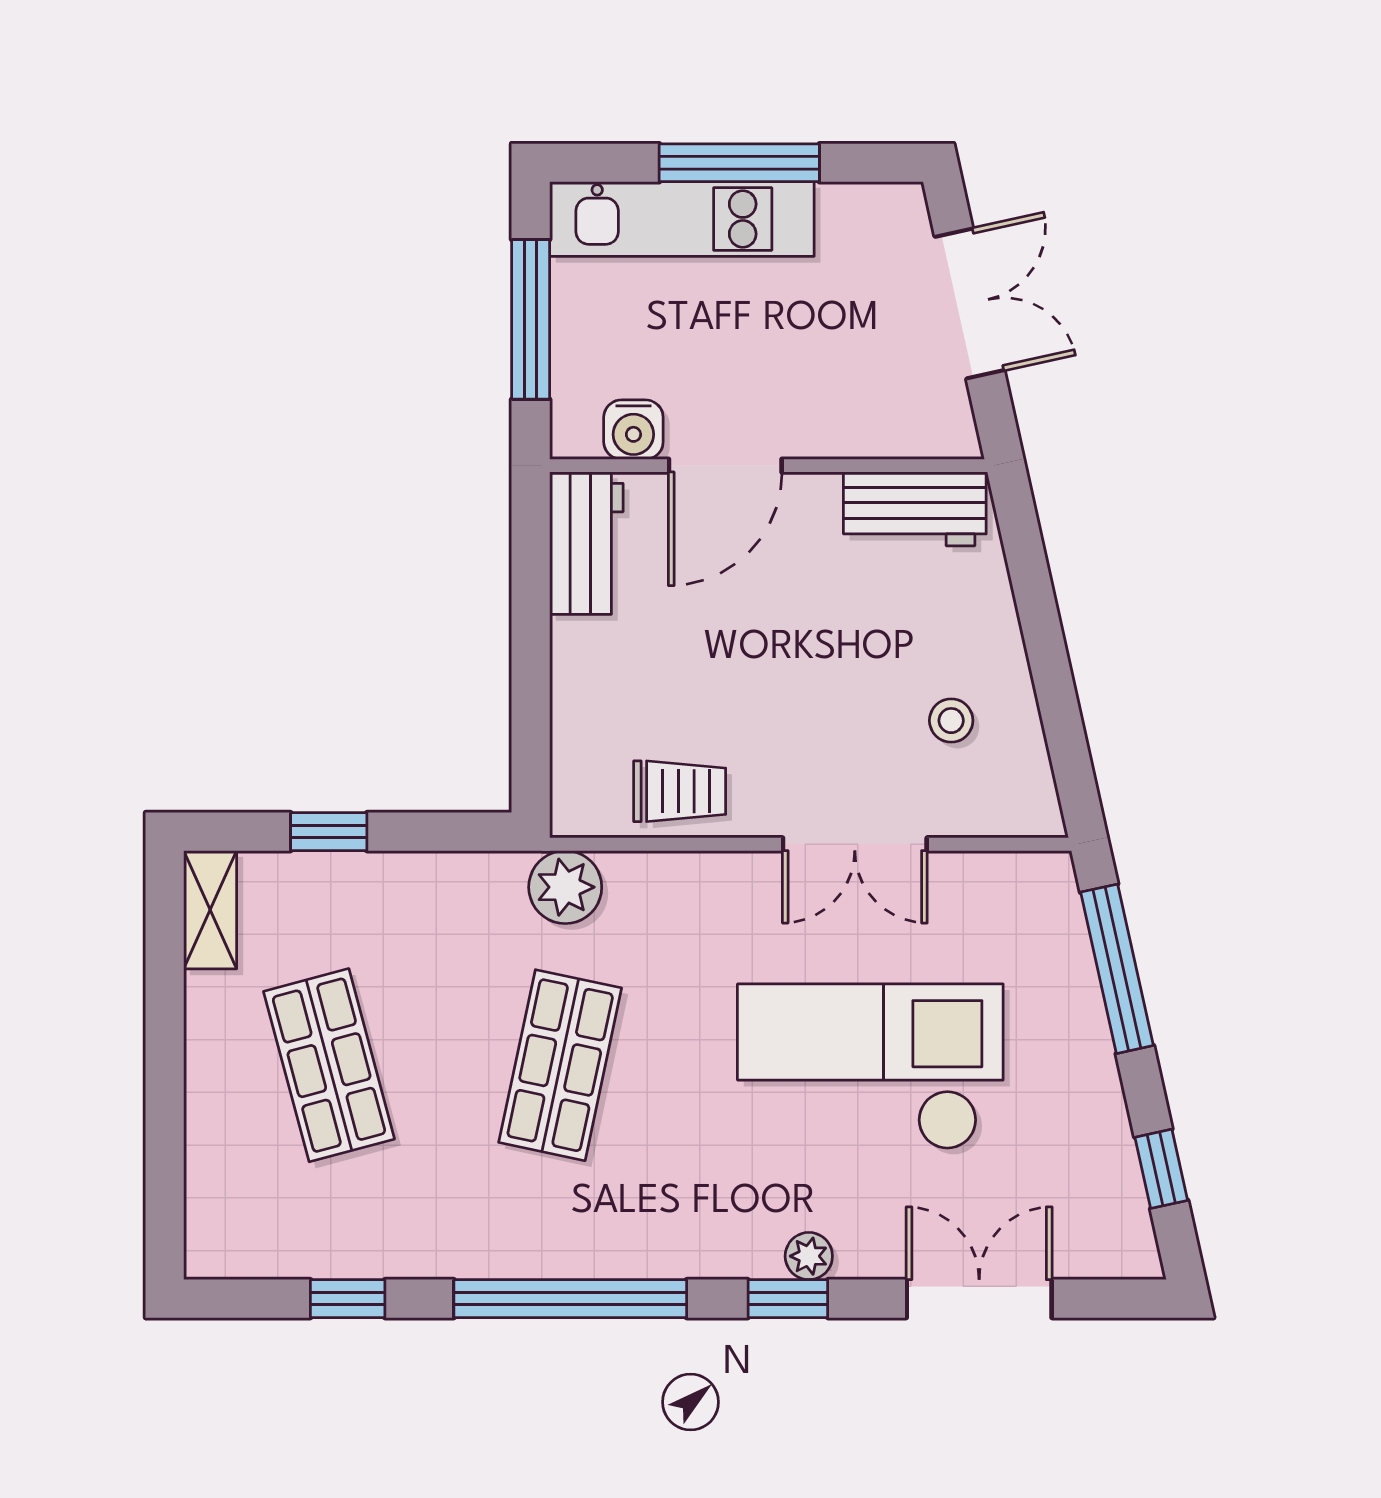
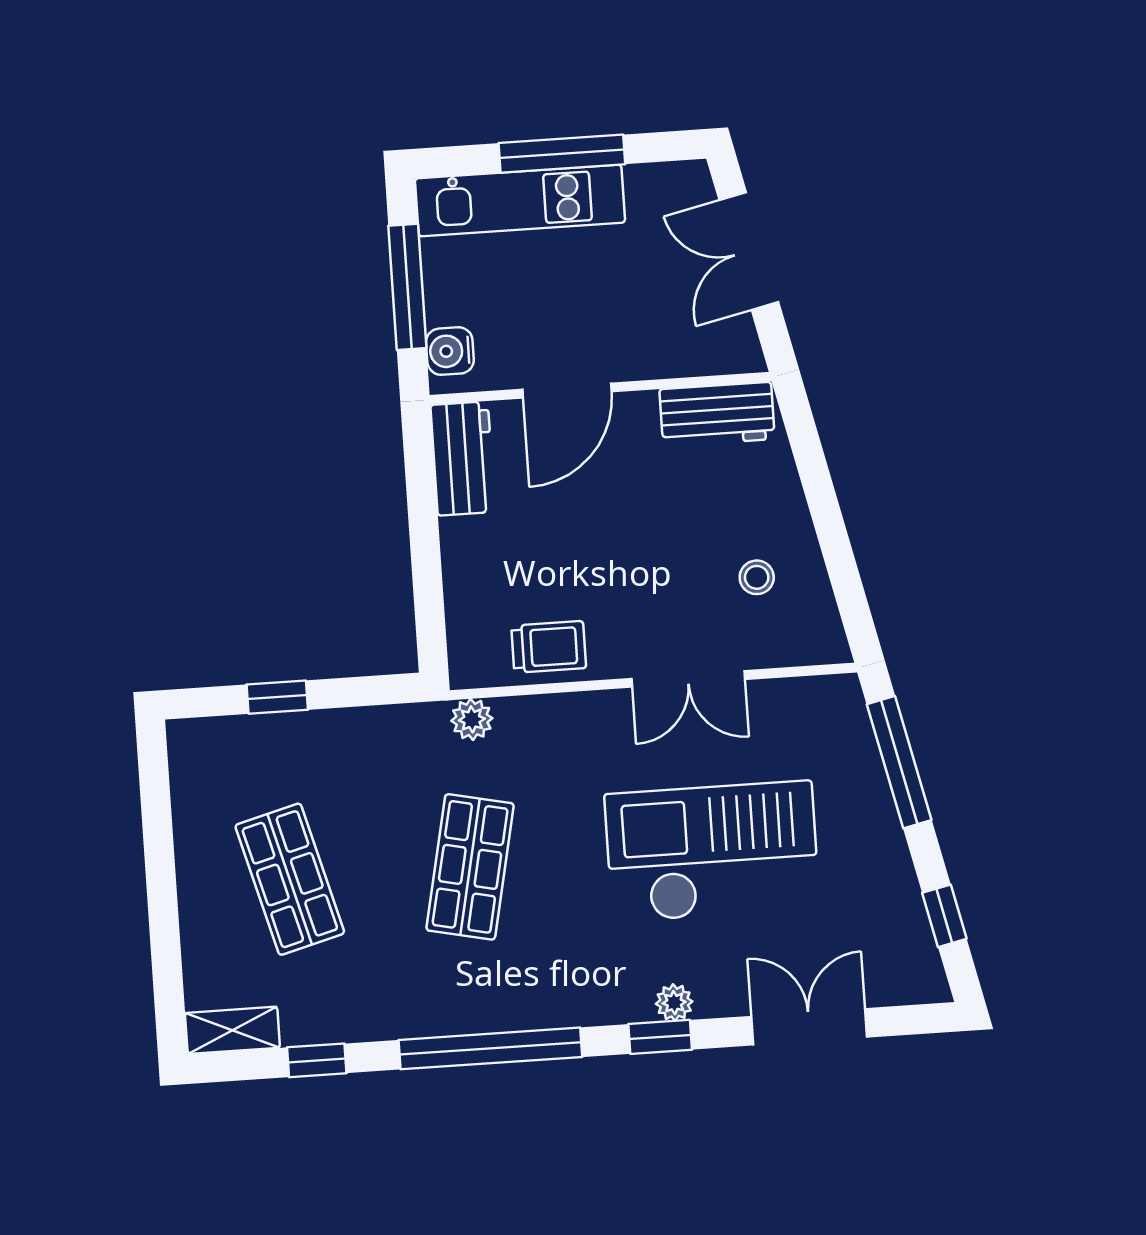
double door: (970, 304) -> (749, 251), swing flipped
water cooler: (633, 430) -> (450, 351), moved, turned 90
plant: (565, 887) -> (472, 719), width x0.73, depth x0.73
shelving: (210, 910) -> (232, 1030), moved, turned 90

